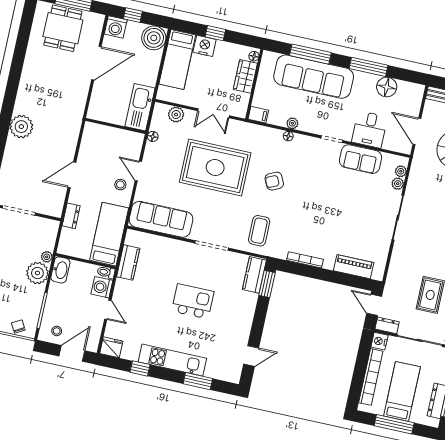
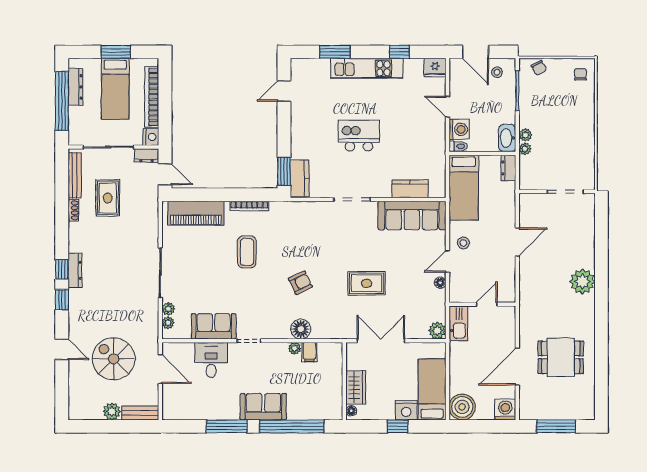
window: (133, 15) -> (490, 426), removed
dining table: (63, 28) -> (561, 357), moved, turned 90
window: (310, 54) -> (292, 426), width x1.46
sofa: (314, 77) -> (263, 407), width x0.54, depth x0.79
floor lamp: (387, 87) -> (203, 409), removed
kitchen sink: (140, 107) -> (458, 323), width x0.73, depth x0.81
double door: (214, 113) -> (381, 341), width x1.37
plant: (176, 115) -> (437, 331), moved
filing cabinet: (258, 115) -> (309, 352), moved, turned -90
door: (111, 125) -> (487, 304), added
floor lamp: (153, 136) -> (440, 283), moved
floor lamp: (288, 136) -> (301, 329), width x1.89, depth x1.89
rug: (215, 167) -> (366, 283), width x0.54, depth x0.49
door: (138, 171) -> (447, 262), swing flipped
dresser: (71, 216) -> (508, 168), moved
coffee table: (259, 231) -> (247, 252), moved
kitchen counter: (128, 262) -> (410, 189), moved, turned 90
piano: (354, 267) -> (196, 213), width x1.37, depth x1.33
plant: (37, 273) -> (525, 135), width x0.53, depth x0.53
kitchen island: (193, 301) -> (359, 136), turned 180
door: (72, 353) -> (476, 52), hinge flipped
window: (394, 424) -> (116, 52), width x0.69

